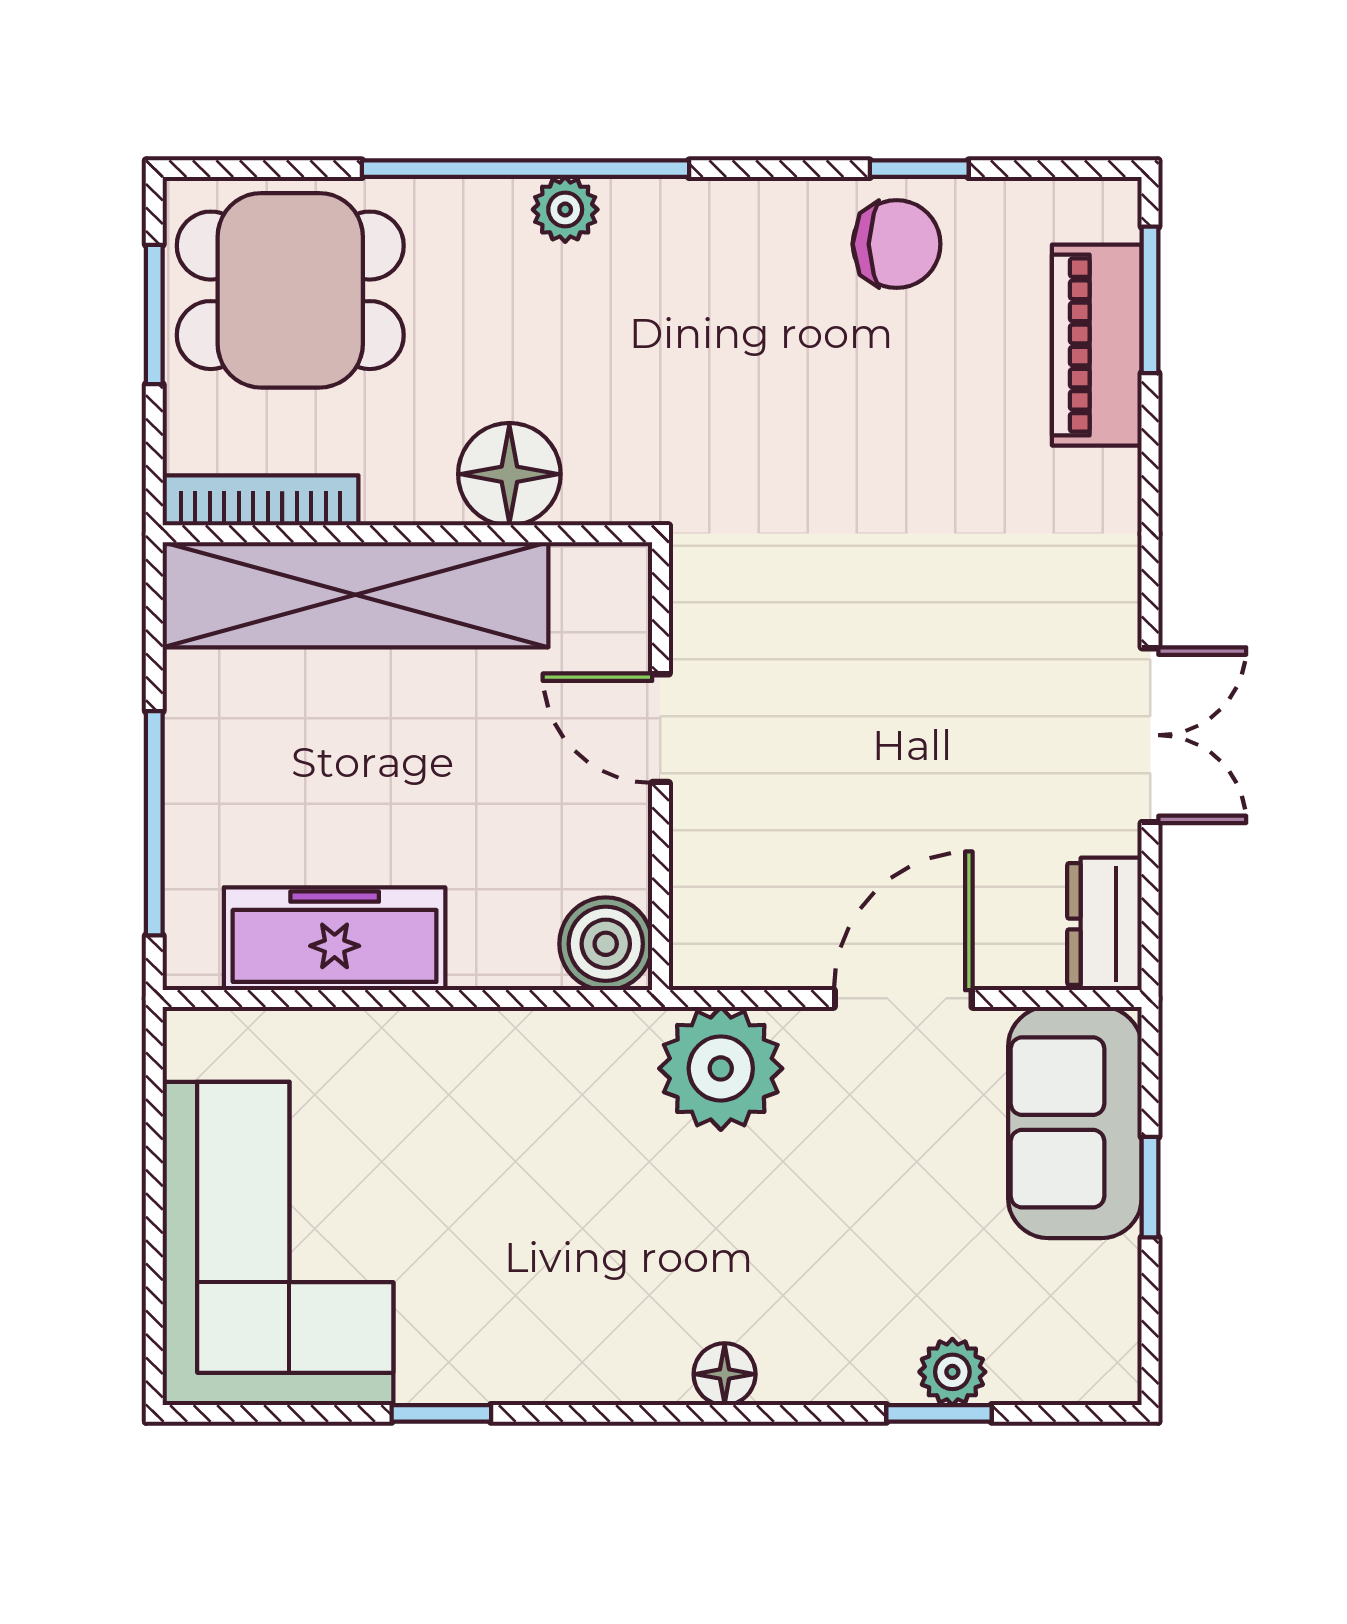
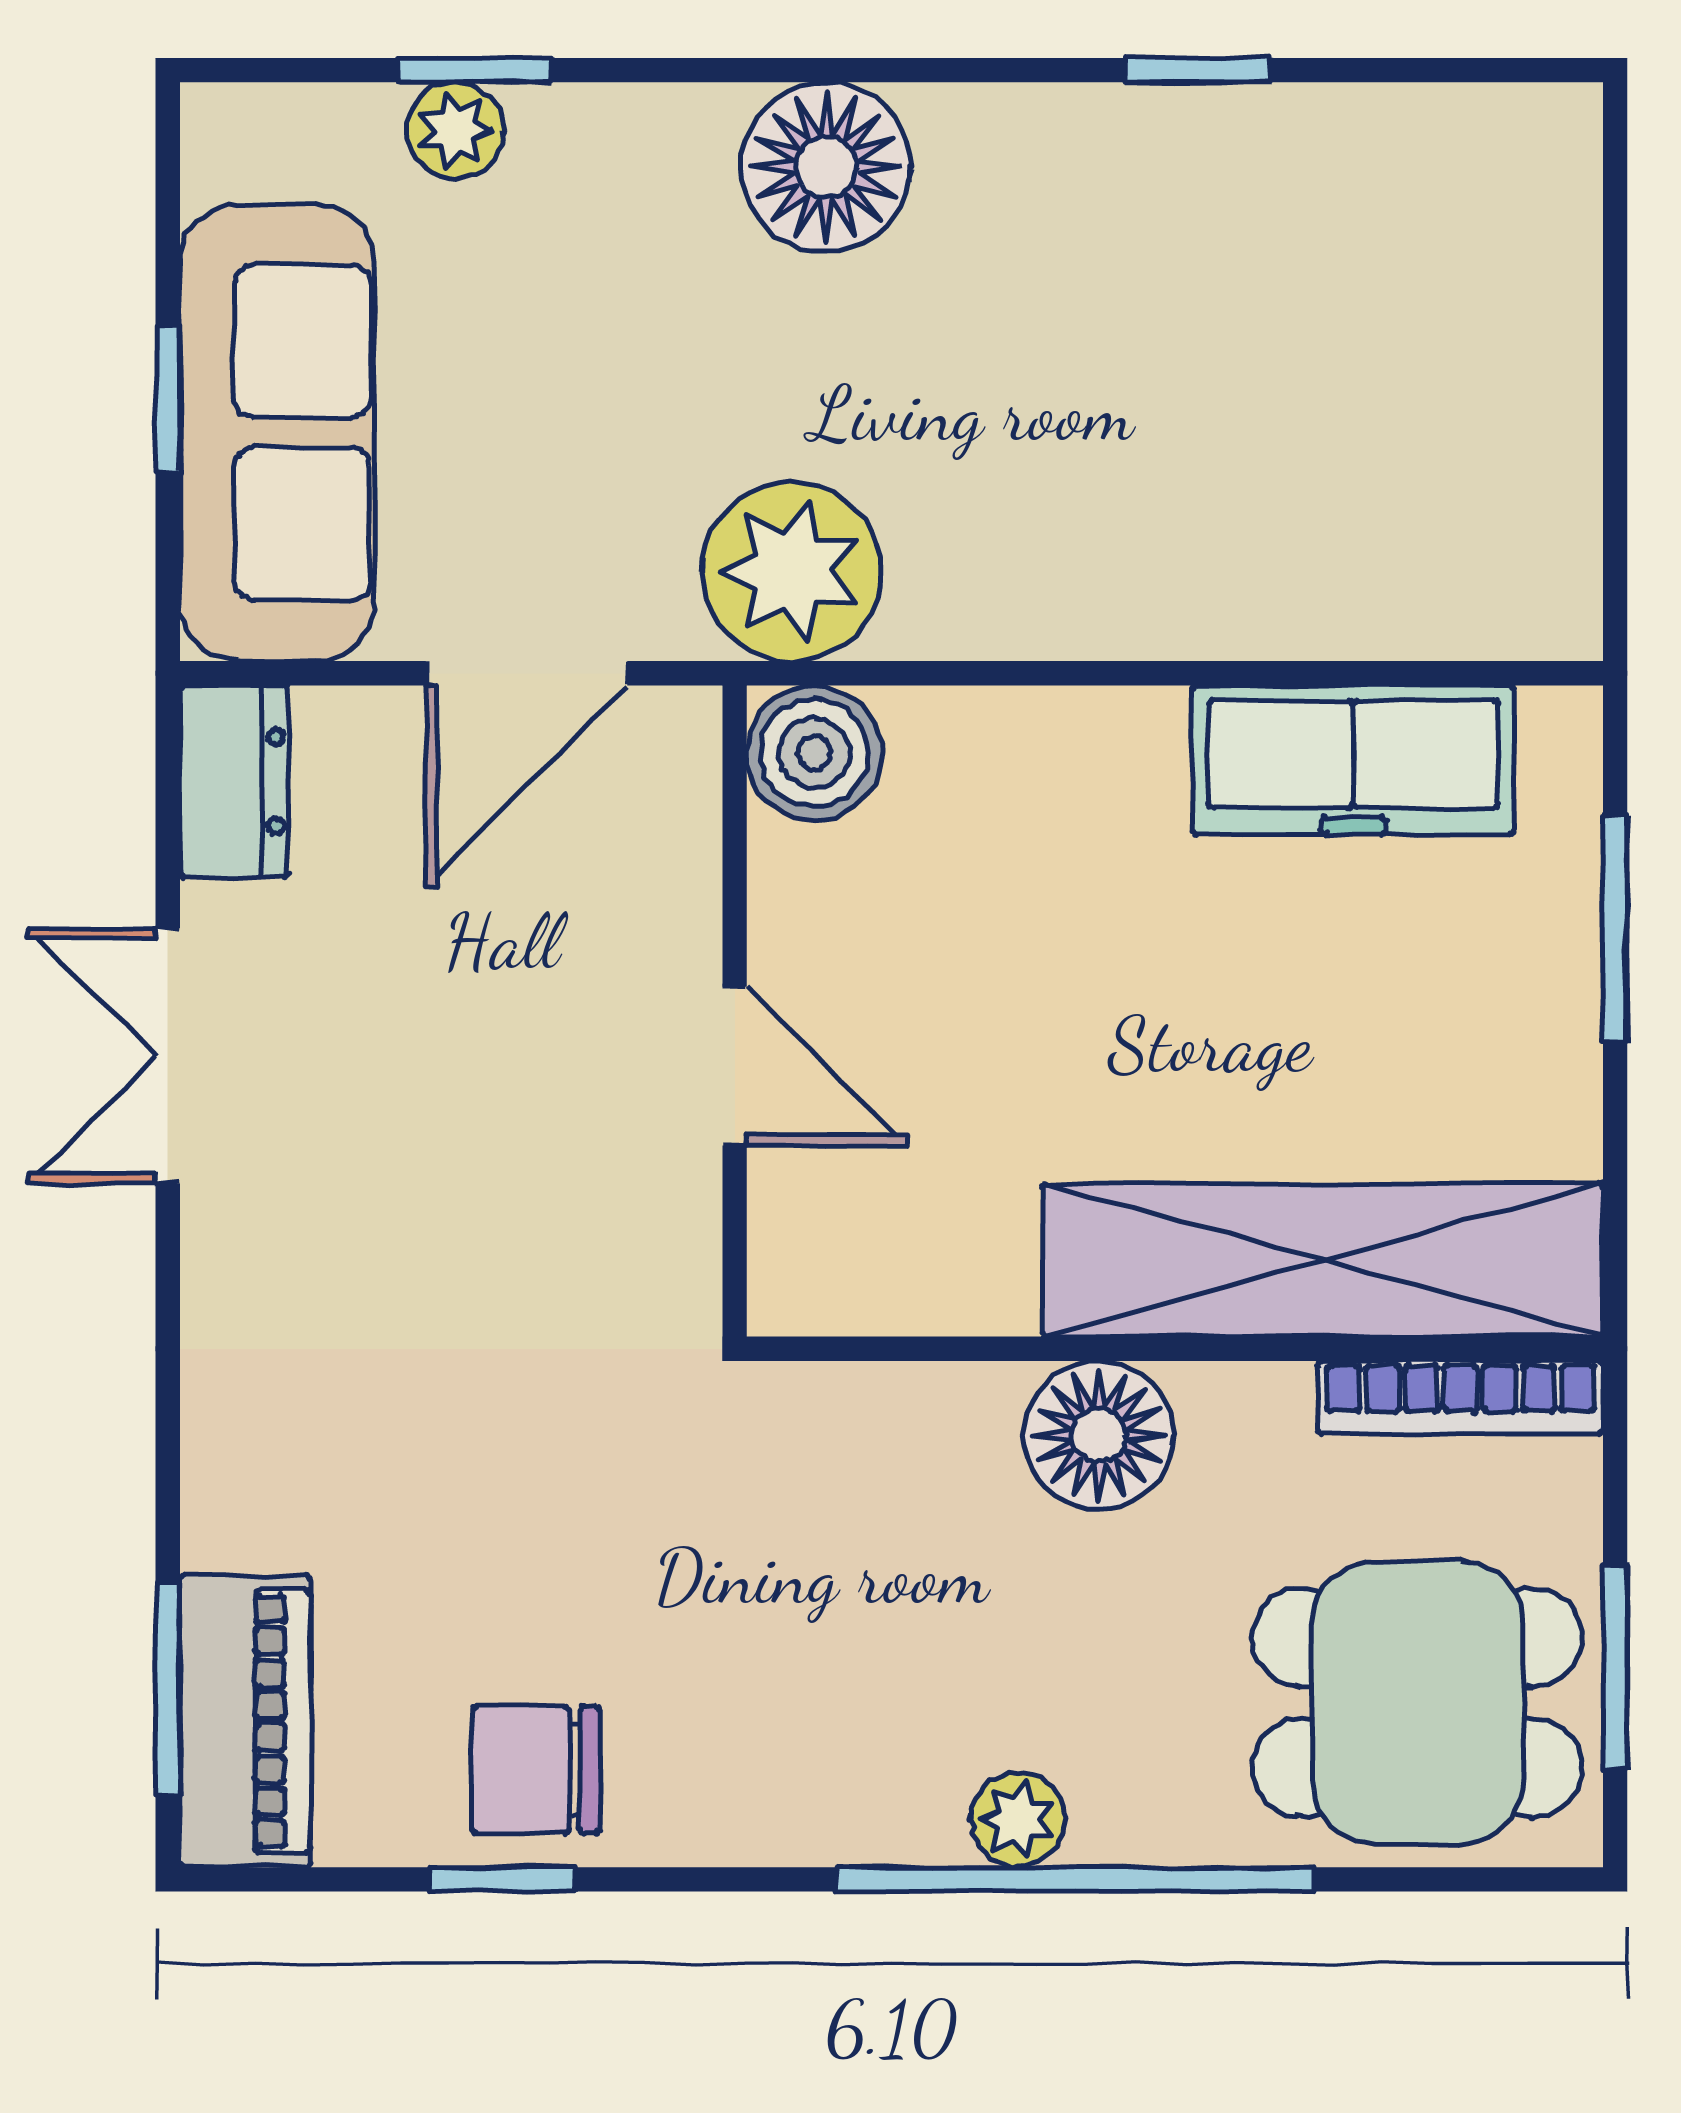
piano: (1097, 345) -> (245, 1721), moved
door: (660, 728) -> (735, 1066), moved
wall: (660, 766) -> (735, 1011), moved
window: (154, 823) -> (1615, 928), width x0.69
boiler: (606, 944) -> (814, 753), moved
sofa: (1075, 1122) -> (277, 433), width x1.36
corner sofa: (278, 1243) -> (1435, 317), removed
floor lamp: (725, 1374) -> (826, 167), width x1.89, depth x1.89

